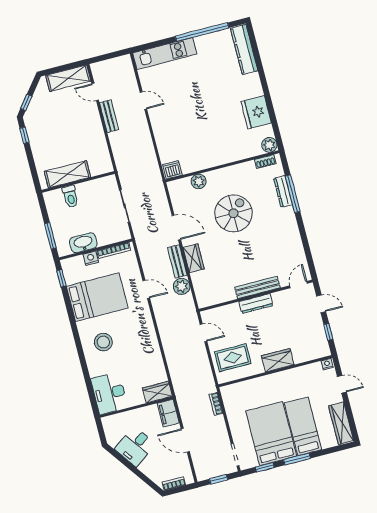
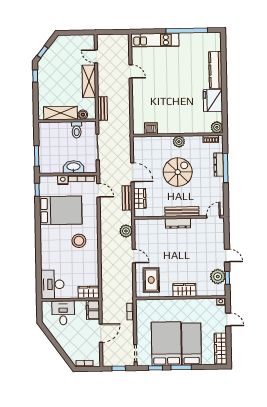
kitchen counter: (244, 49) -> (215, 70), moved
shelving: (68, 78) -> (89, 81), moved, turned 90
bench: (109, 116) -> (103, 109), moved
boiler: (96, 170) -> (83, 115), added
dishwasher: (172, 170) -> (151, 128), moved
plant: (199, 181) -> (179, 142), moved
toilet: (70, 196) -> (77, 130), moved
washbasin: (83, 243) -> (73, 167), moved
door: (299, 285) -> (213, 217), moved
plant: (182, 286) -> (126, 231), moved
bench: (257, 287) -> (182, 211), moved
door: (146, 289) -> (98, 190), moved
wall: (256, 296) -> (179, 217), moved
dresser: (256, 304) -> (178, 223), moved
plant: (316, 333) -> (218, 277), added
stool: (103, 342) -> (79, 241), moved
rug: (233, 358) -> (151, 280), turned 90
door: (185, 440) -> (101, 333), swing flipped
desk: (135, 446) -> (63, 313), moved, turned 126

